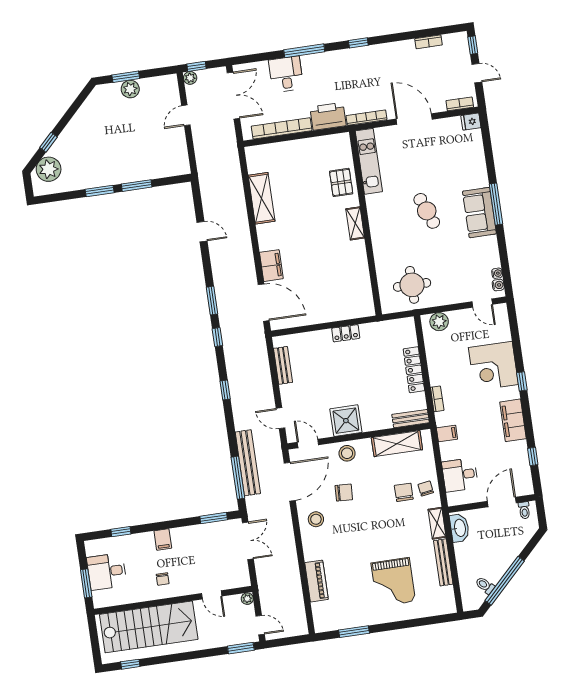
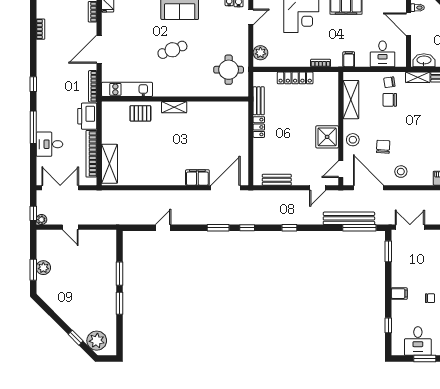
shelving: (262, 198) -> (109, 164), moved, turned 90
bench: (411, 419) -> (259, 101), moved

